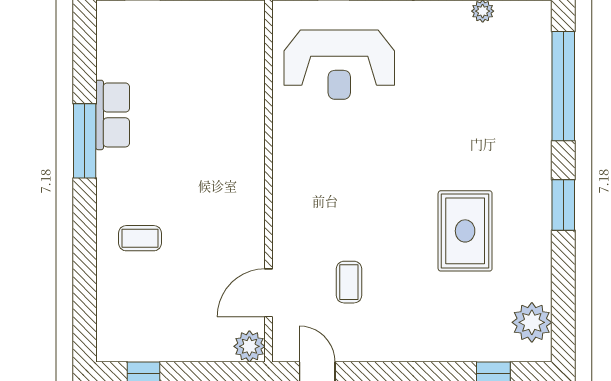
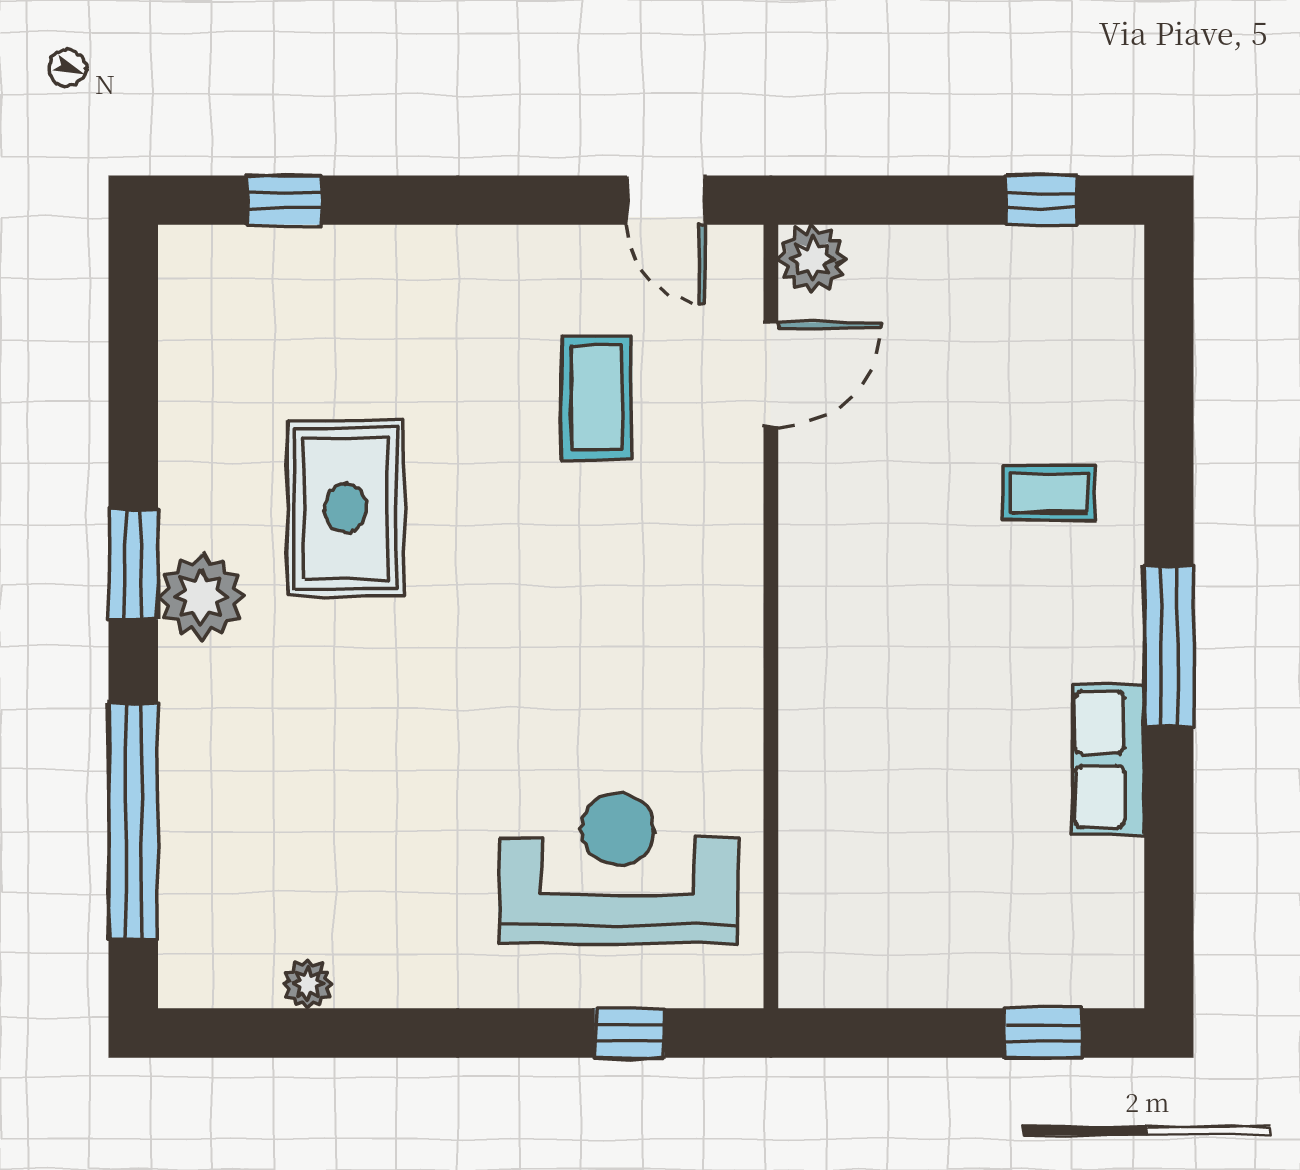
window: (85, 141) -> (1169, 646), moved
coffee table: (349, 282) -> (597, 398), width x1.36, depth x1.30
plant: (532, 322) -> (201, 597), moved

